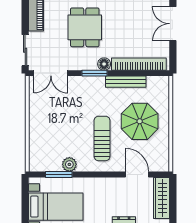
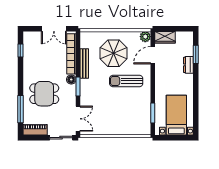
double door: (173, 24) -> (54, 29), moved
plant: (69, 164) -> (145, 37), moved
wardrobe: (161, 198) -> (165, 37), width x0.67

